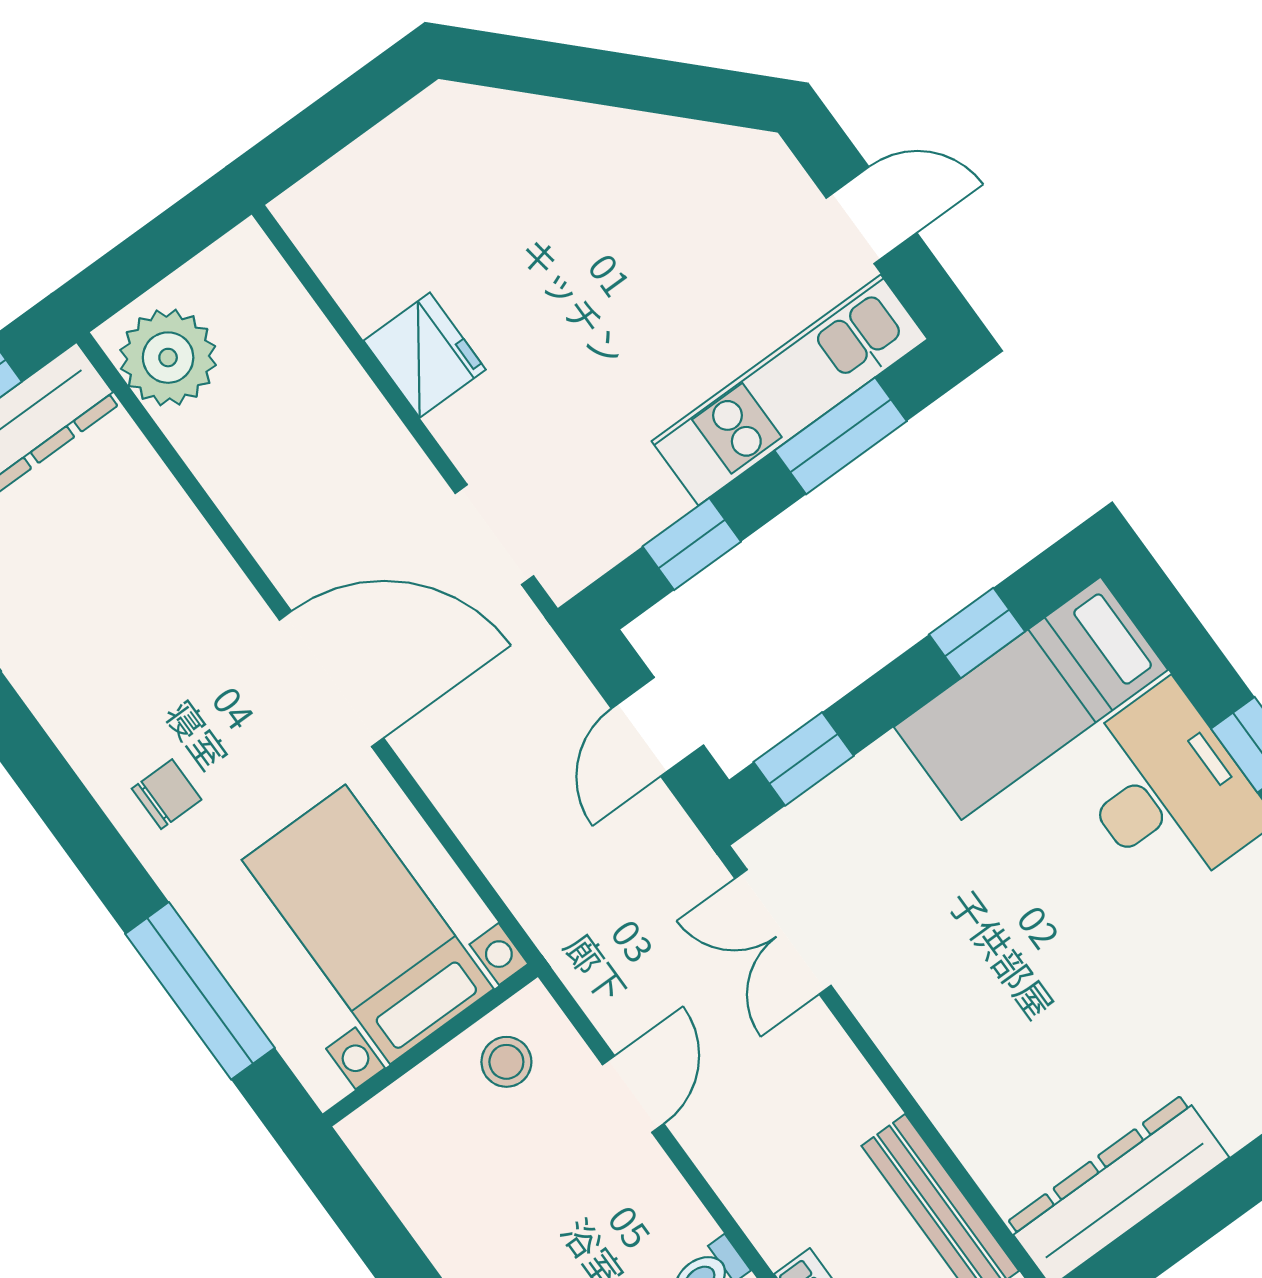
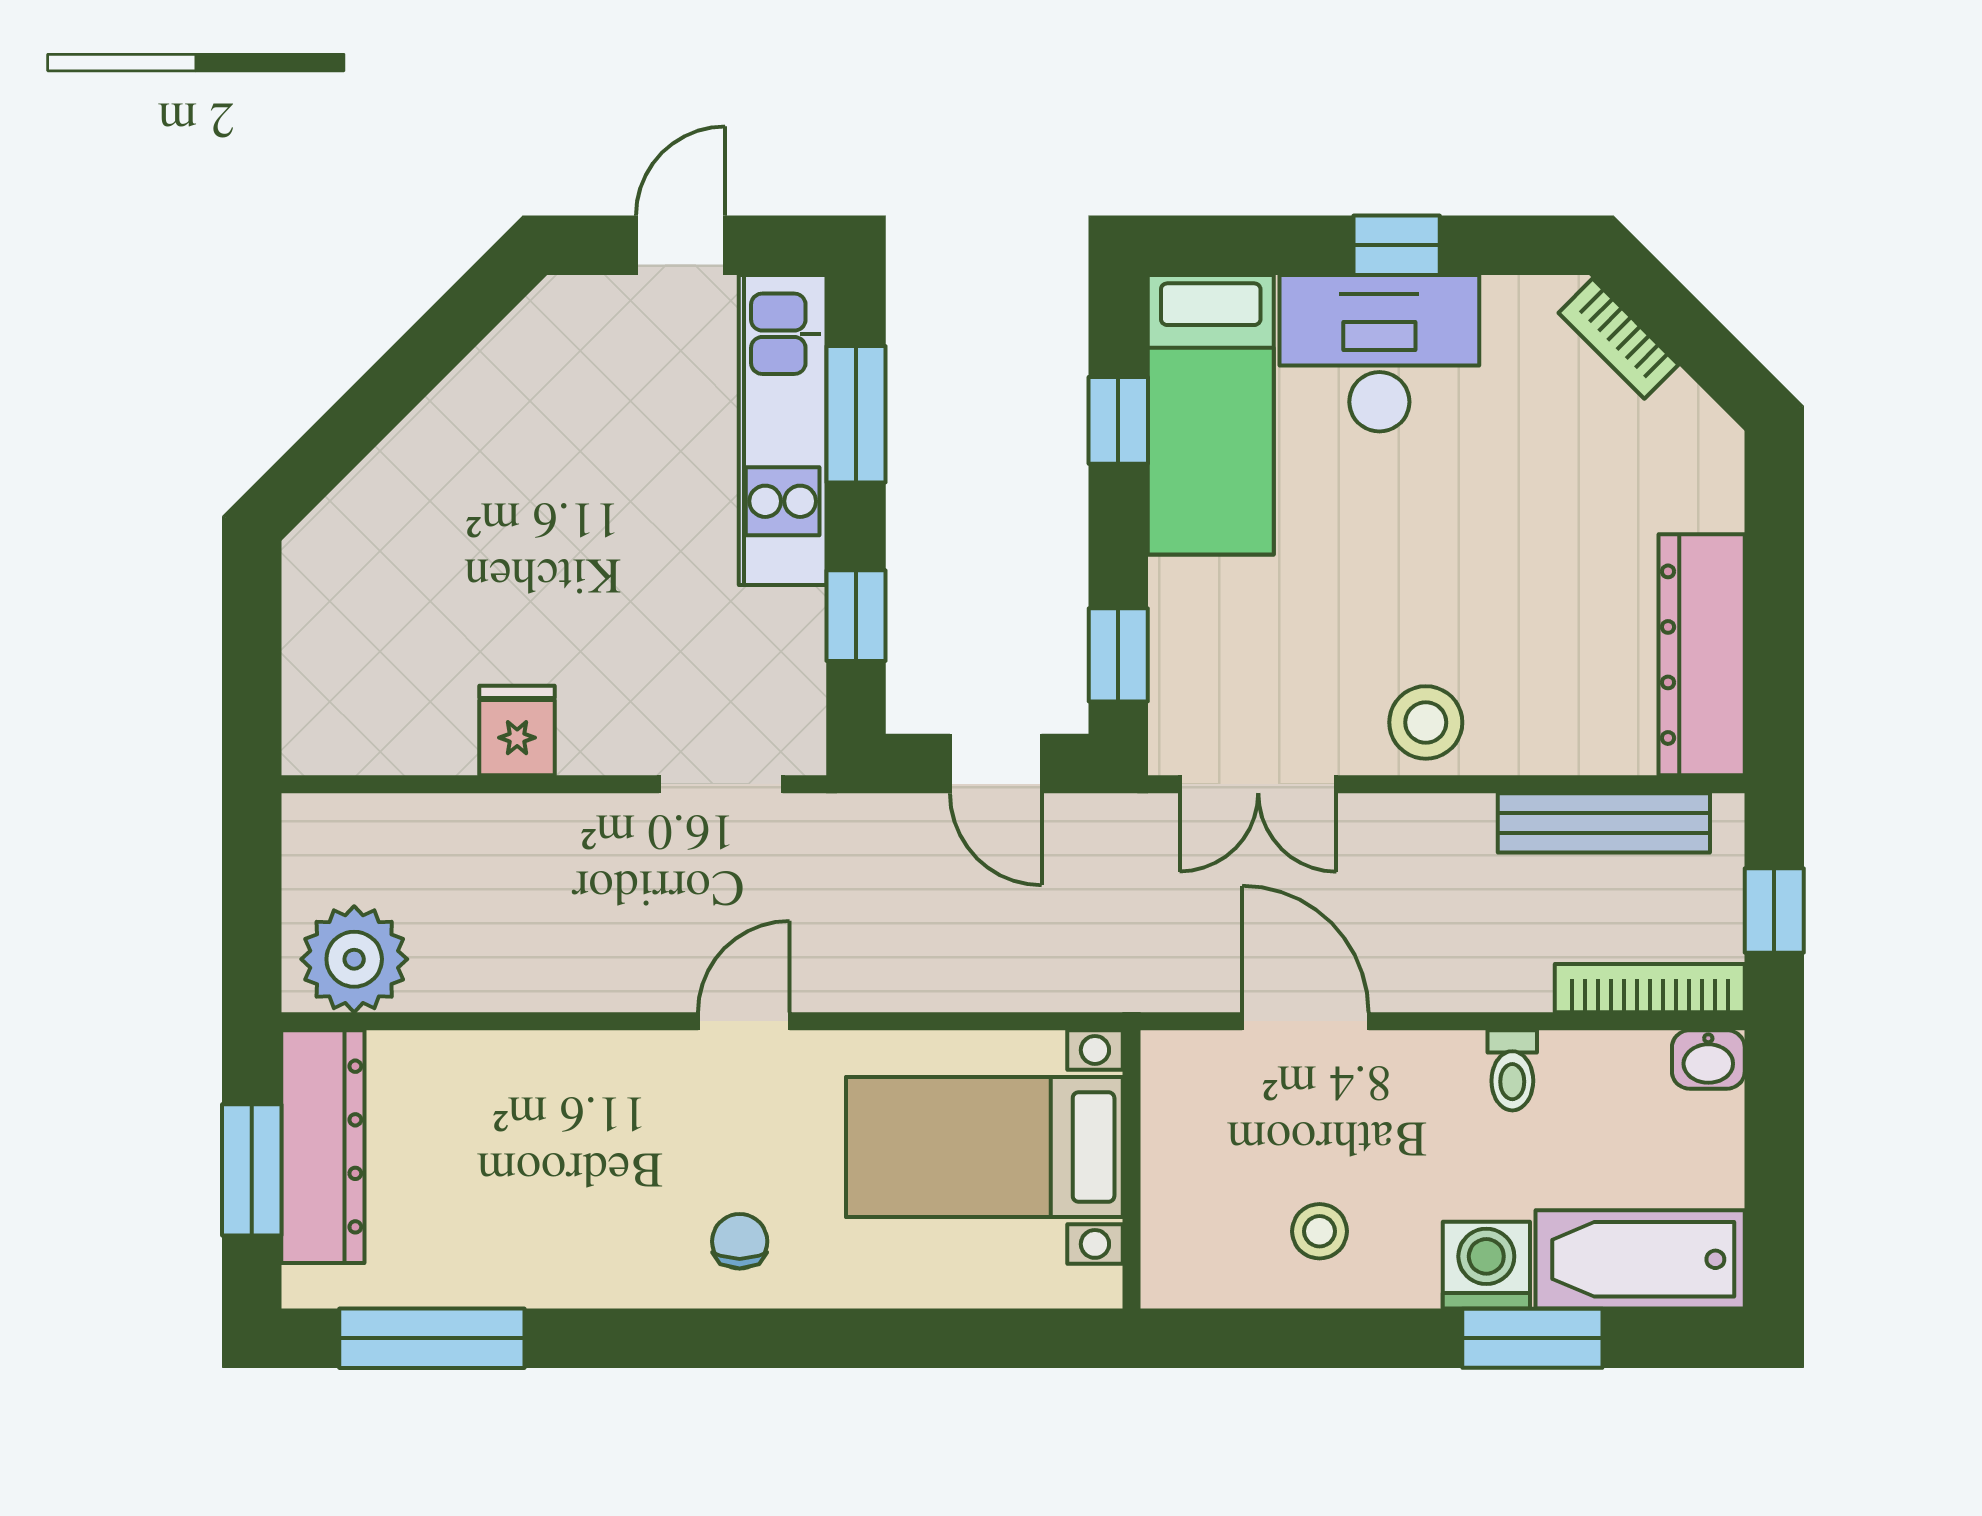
fridge: (425, 355) -> (517, 730), width x0.72
door: (332, 679) -> (744, 1021), width x0.53
window: (200, 991) -> (935, 1338), removed
stool: (919, 1023) -> (1426, 722), added
stool: (506, 1062) -> (1320, 1231), moved
door: (633, 1094) -> (1305, 1021), width x1.37

